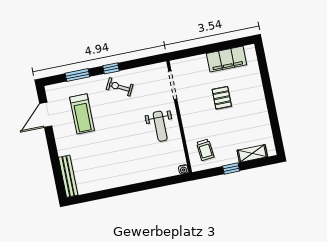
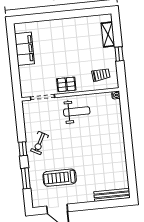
pallet: (222, 98) -> (66, 84), moved
treadmill: (82, 114) -> (60, 178), turned 180

